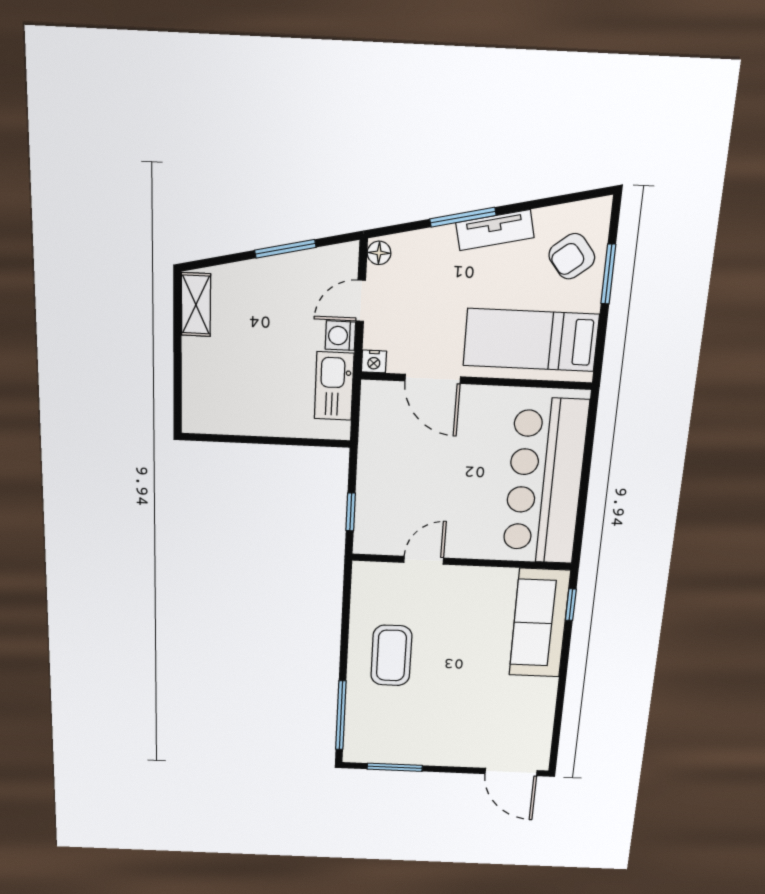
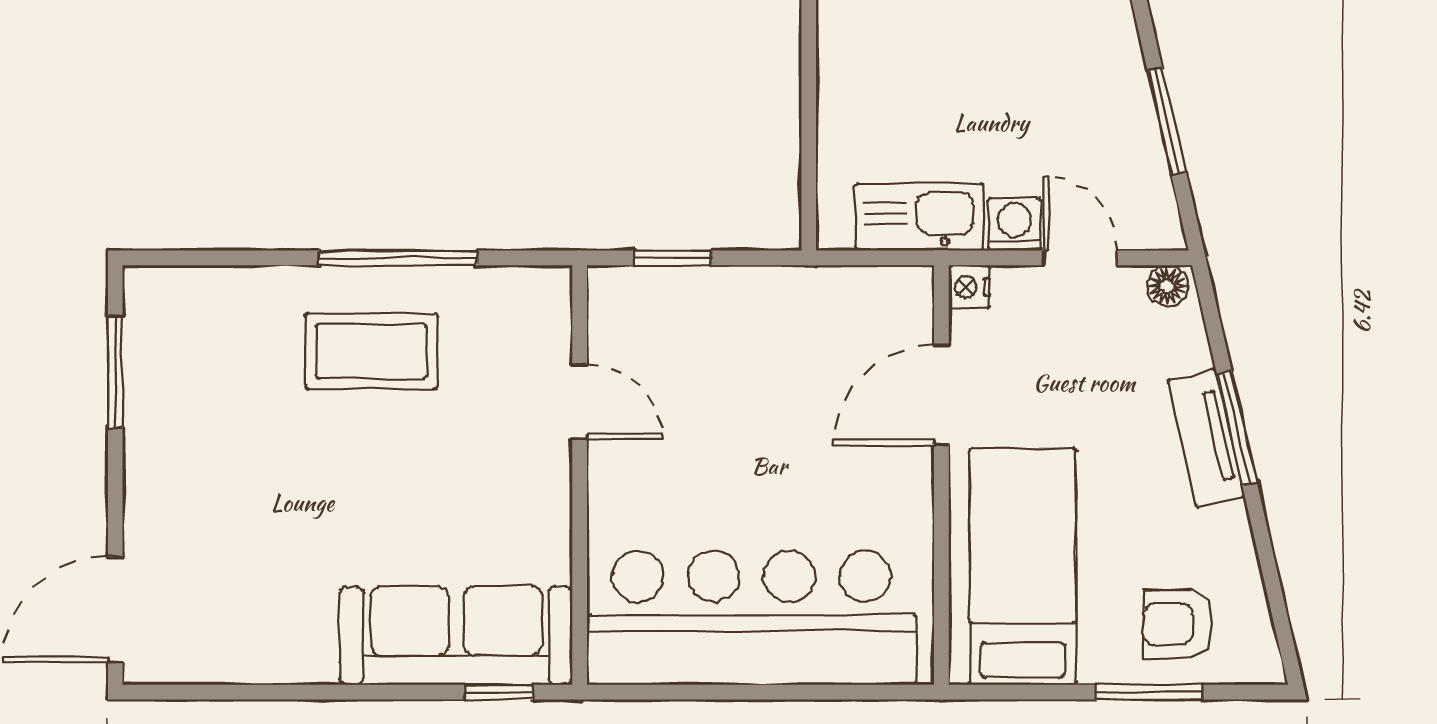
tv unit: (495, 230) -> (1206, 438), moved
armchair: (572, 256) -> (1177, 624), turned -52
window: (341, 715) -> (398, 258), moved

